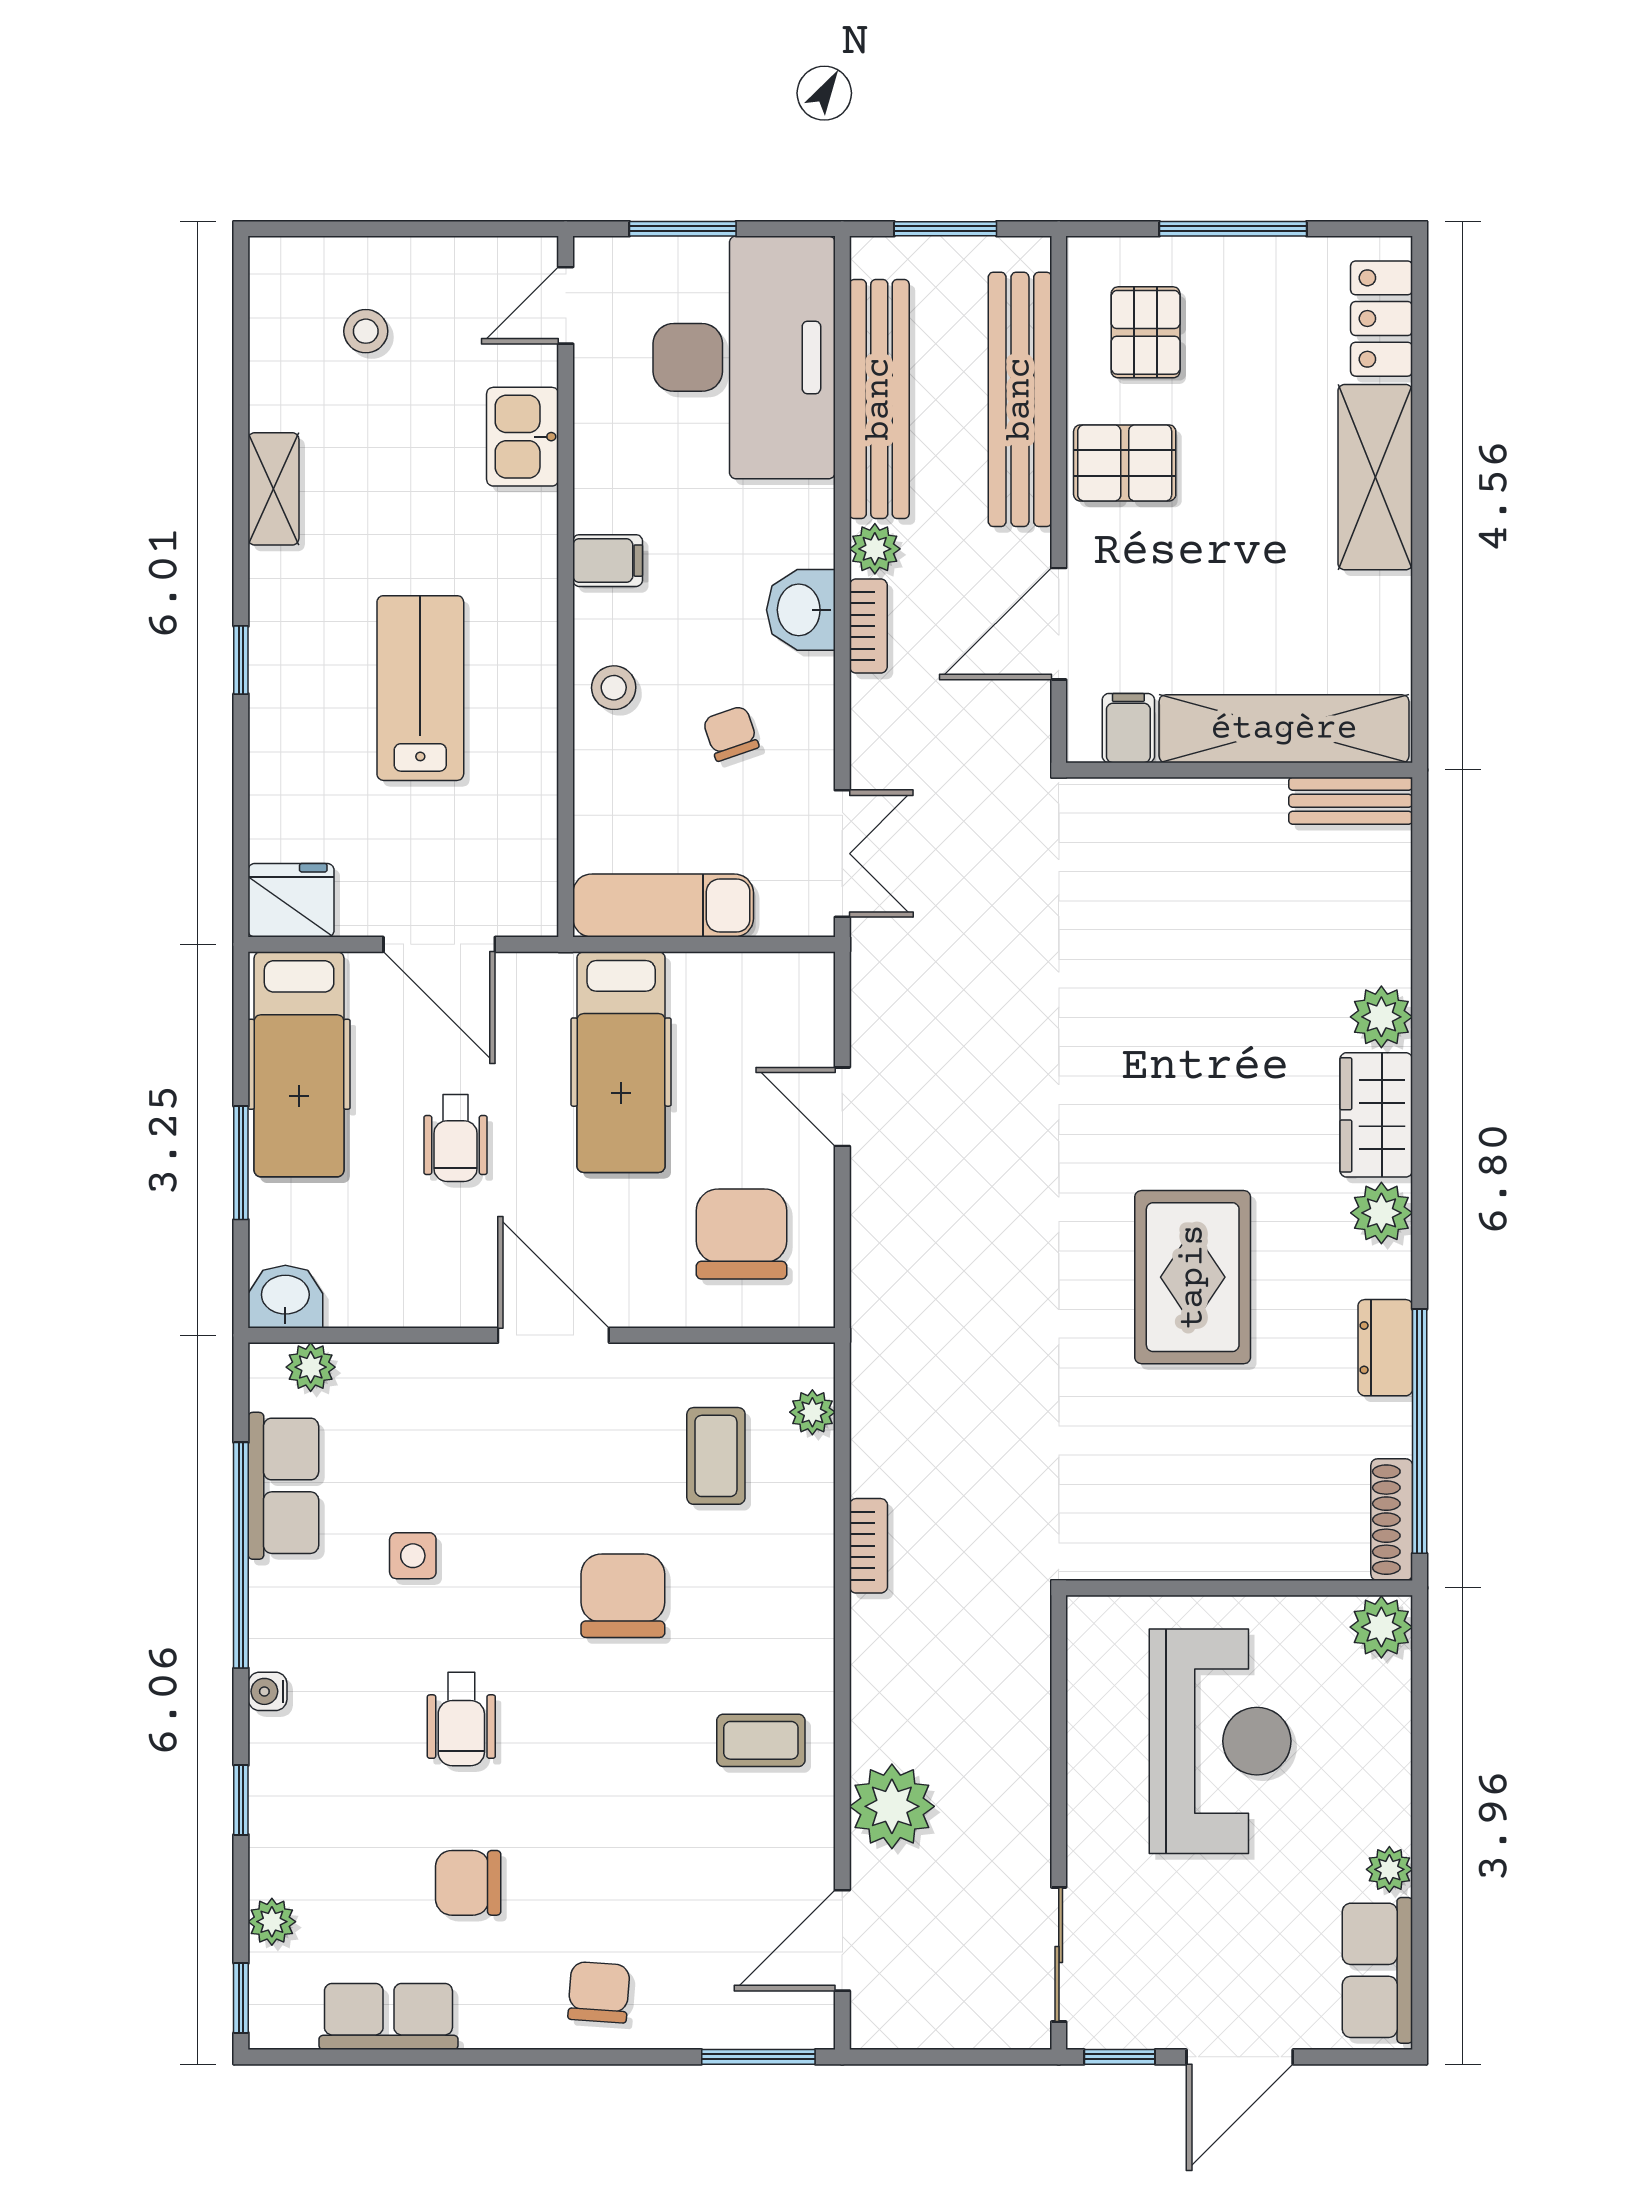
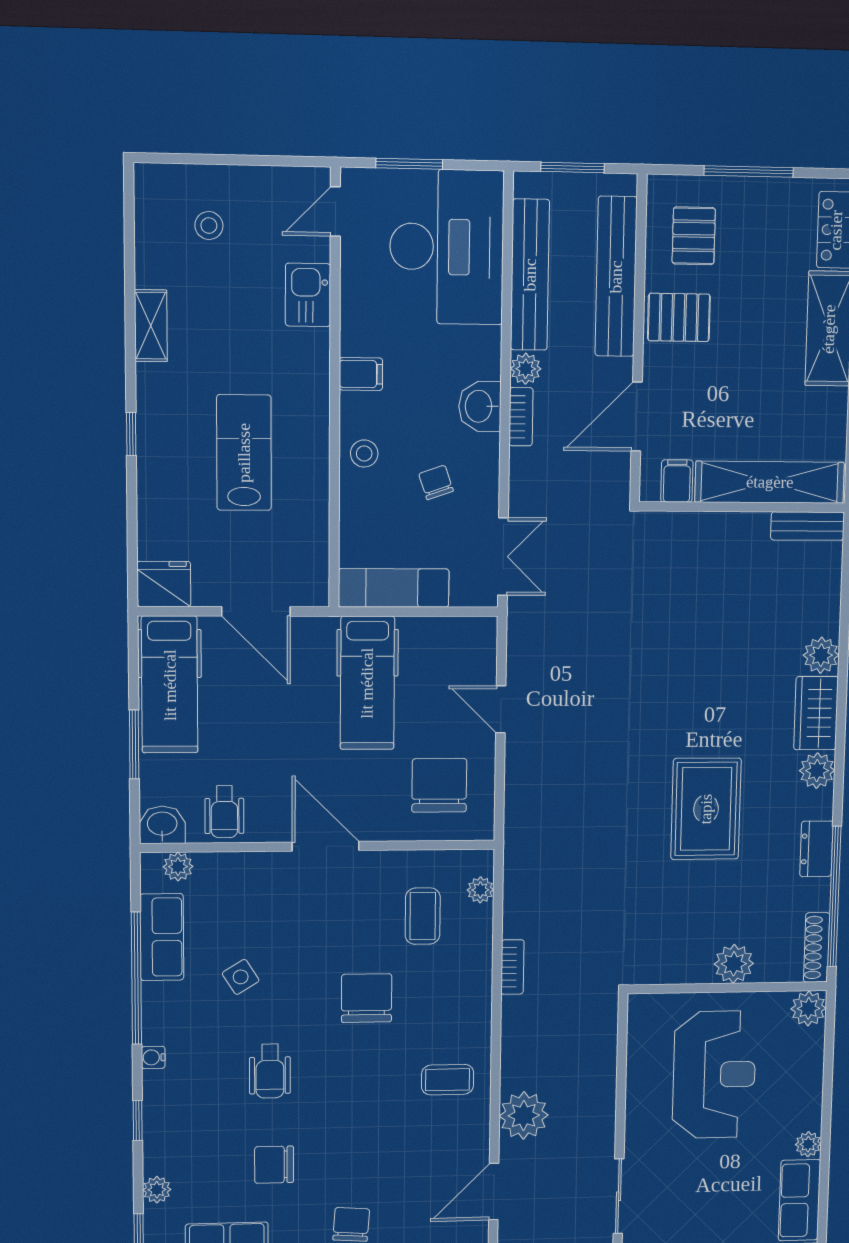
wheelchair: (455, 1138) -> (224, 812), moved
plant: (1249, 1546) -> (734, 964), added
side table: (413, 1556) -> (241, 977), turned -32

